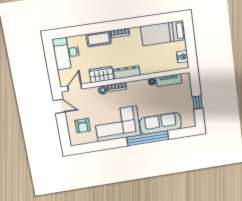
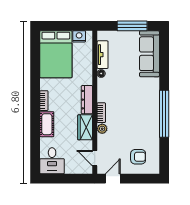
bed: (163, 33) -> (56, 54), width x1.50
desk: (67, 53) -> (52, 161), width x0.73
window: (198, 102) -> (132, 26), width x2.17
sofa: (161, 123) -> (149, 54), moved
corner sofa: (117, 124) -> (142, 118), removed
window: (148, 138) -> (164, 114), moved

